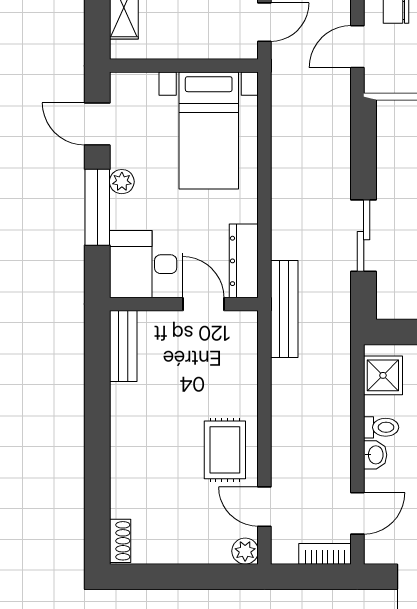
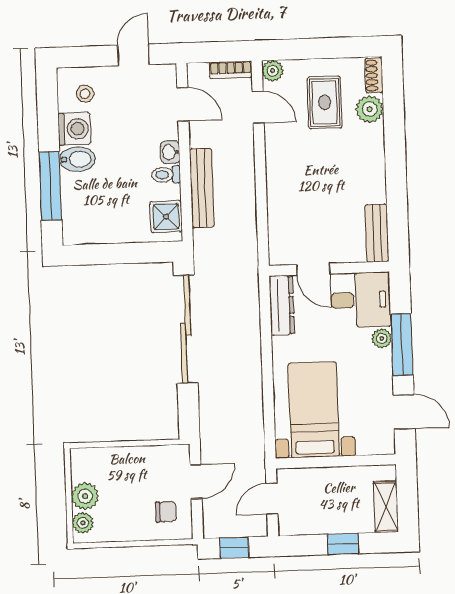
plant: (122, 182) -> (382, 338), moved
sliding door: (364, 236) -> (186, 329), width x1.86
bench: (284, 309) -> (202, 188), moved
rug: (225, 450) -> (325, 102), moved
plant: (127, 499) -> (370, 109), added
door: (357, 513) -> (183, 104), swing flipped
bookcase: (325, 554) -> (231, 70), moved

